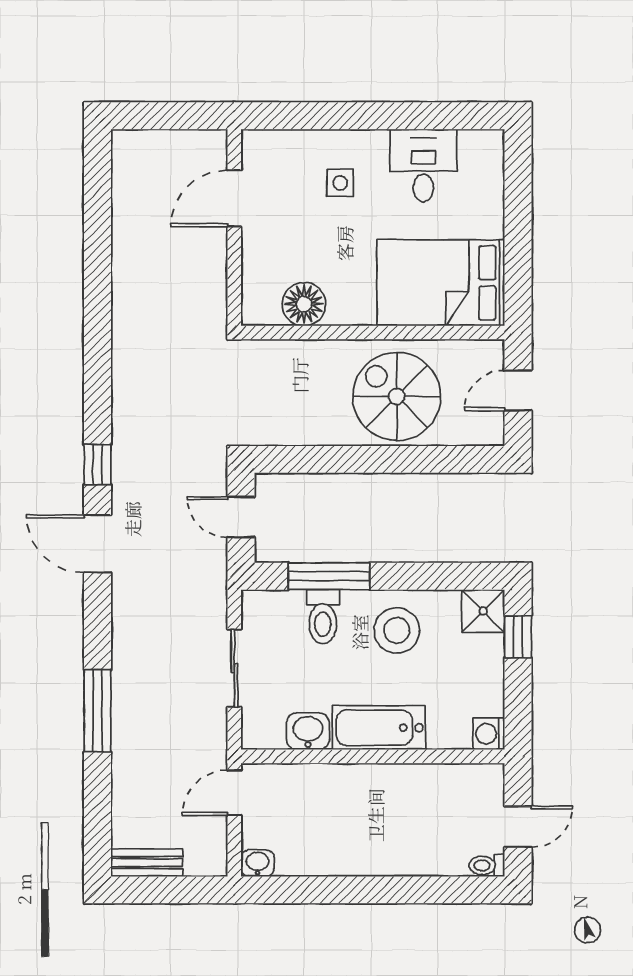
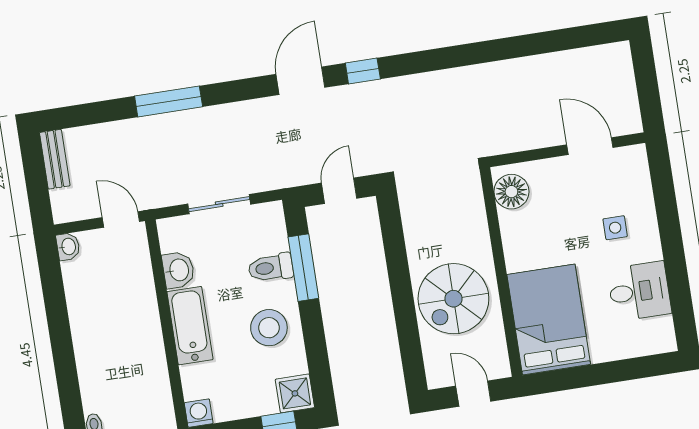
floor lamp: (304, 304) -> (511, 192), moved
spiral stairs: (397, 397) -> (453, 299), turned 180

